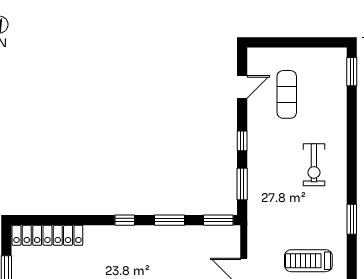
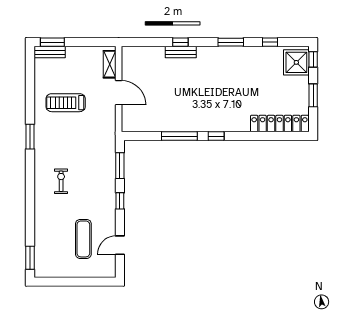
exercise bike: (314, 165) -> (61, 181), width x0.73, depth x0.72
window: (169, 220) -> (179, 136), width x1.44
window: (218, 220) -> (139, 136), removed
treadmill: (308, 261) -> (66, 103), turned 180

